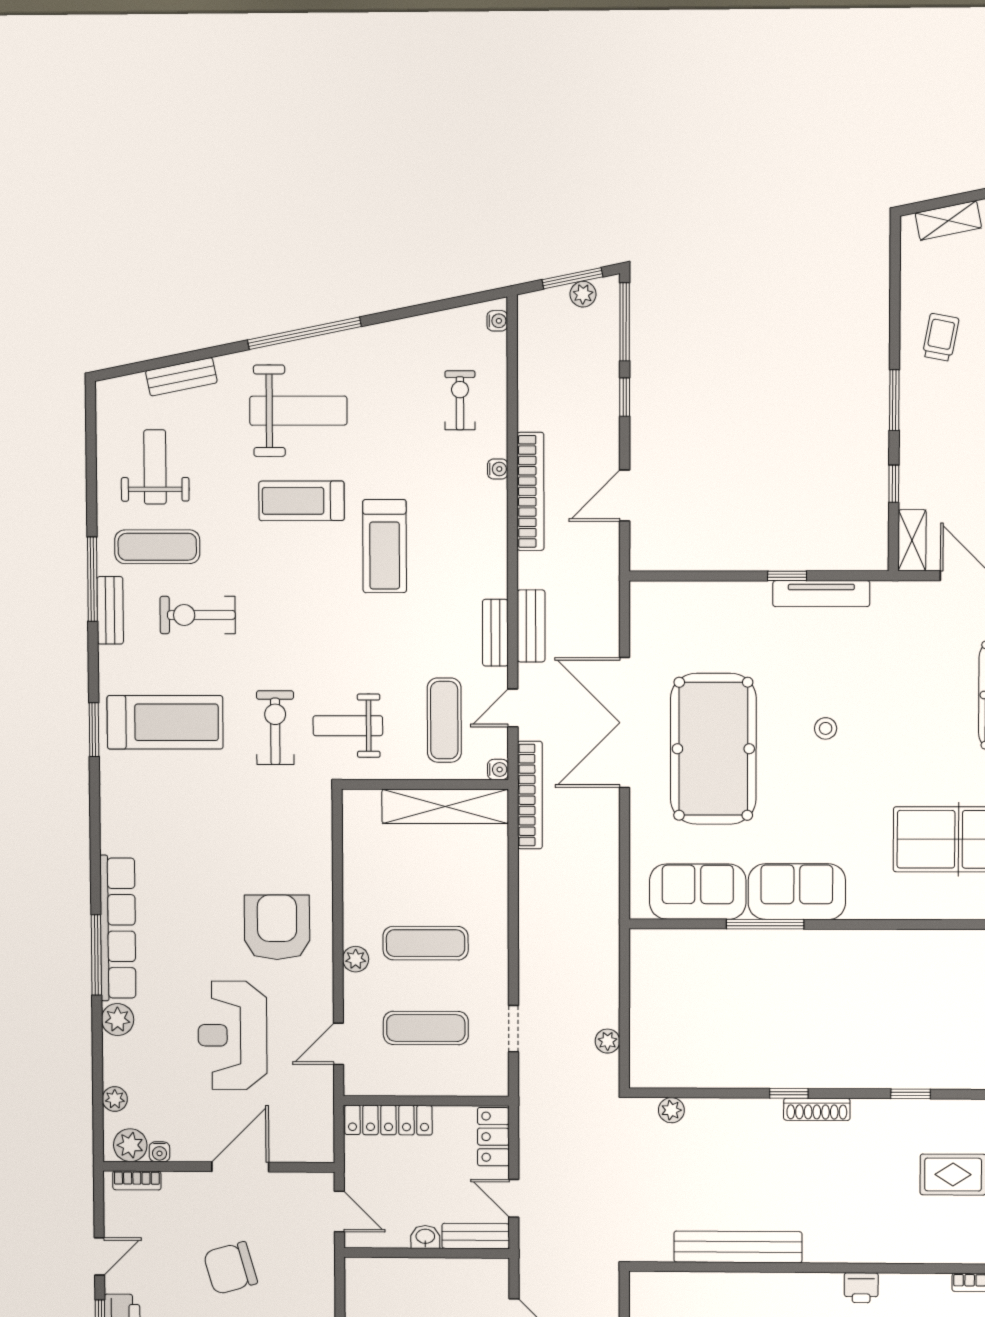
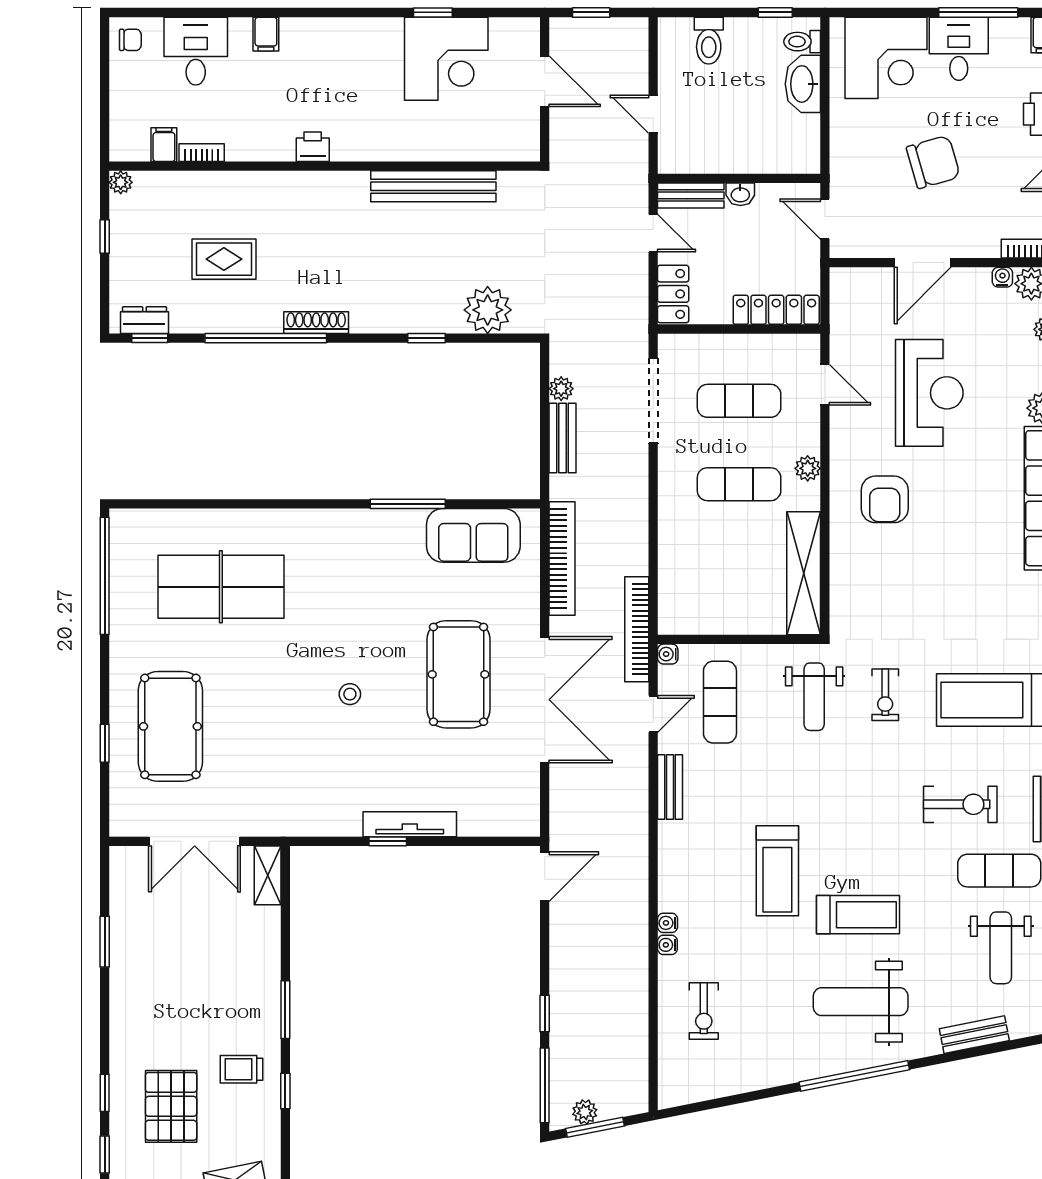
water cooler: (497, 321) -> (668, 923), moved
trolley: (941, 337) -> (241, 1069), turned 79
window: (894, 484) -> (285, 1091), moved
bookcase: (530, 491) -> (562, 558), moved, turned 180
door: (625, 496) -> (545, 877), moved
treadmill: (385, 546) -> (777, 871), turned 180
tv unit: (821, 594) -> (410, 824), moved
bench: (531, 626) -> (563, 438), moved
weight bench: (348, 726) -> (814, 697), turned 90
exercise bike: (275, 728) -> (885, 695), width x0.73, depth x0.72
pool table: (713, 749) -> (459, 674), width x0.73, depth x0.76
shelving: (445, 806) -> (804, 573), moved, turned 90
sofa: (797, 892) -> (377, 536), removed
armchair: (277, 927) -> (885, 499), width x0.73, depth x0.73
doorway: (513, 1029) -> (653, 401), width x1.88
door: (338, 1044) -> (825, 385), hinge flipped
window: (789, 1093) -> (426, 338), moved
window: (911, 1094) -> (266, 338), width x3.17
shoe rack: (817, 1109) -> (316, 323), moved
plant: (671, 1110) -> (488, 310), width x1.88, depth x1.88

